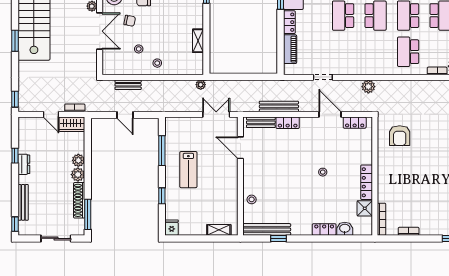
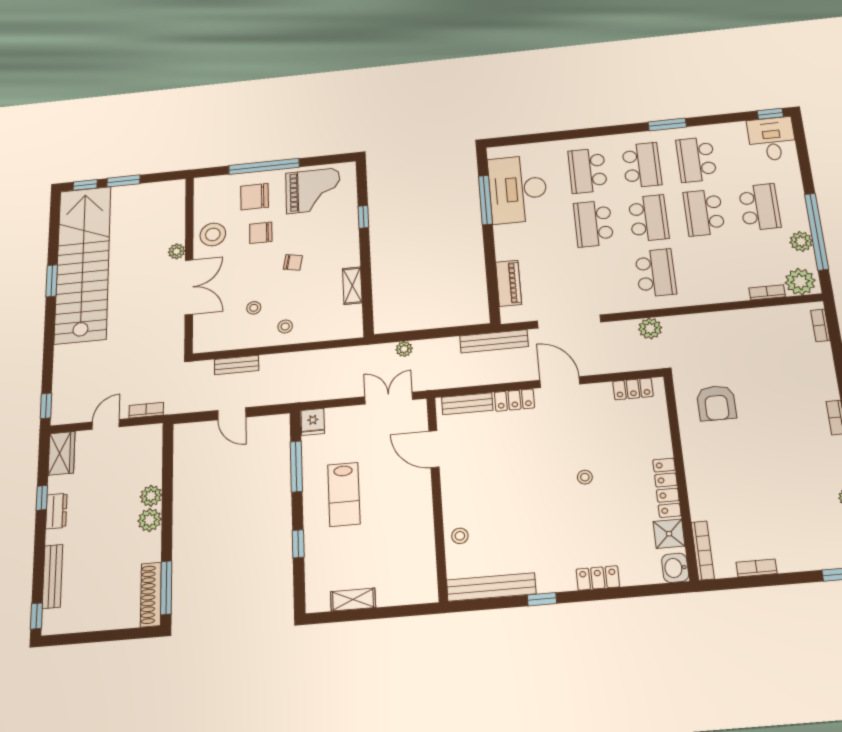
chair: (130, 21) -> (293, 262), moved
locker: (289, 22) -> (504, 242), removed
window: (15, 41) -> (52, 281), moved
school desk: (408, 52) -> (656, 273), moved, turned 180
doorway: (323, 77) -> (569, 321), width x1.88
plant: (201, 85) -> (404, 349), moved
bench: (279, 106) -> (494, 341), moved
door: (51, 114) -> (106, 424), swing flipped
door: (330, 114) -> (560, 382), moved
wardrobe: (72, 124) -> (62, 453), moved, turned -90
shoe rack: (79, 200) -> (151, 594), moved
fridge: (172, 228) -> (313, 422), moved, turned 180
washbasin: (345, 229) -> (675, 568), moved, turned -90
shelving: (219, 230) -> (353, 600), moved
sliding door: (56, 238) -> (109, 636), removed
window: (278, 238) -> (542, 599), moved

